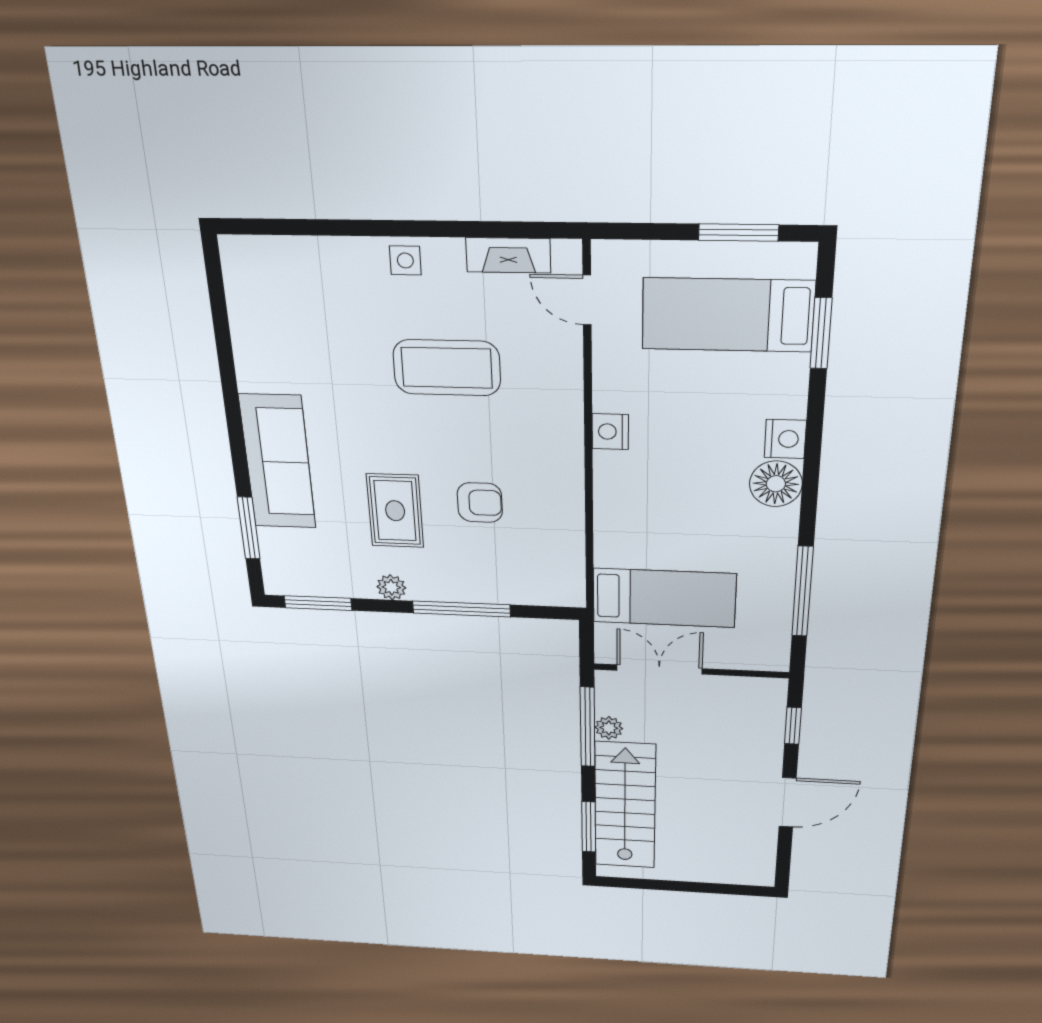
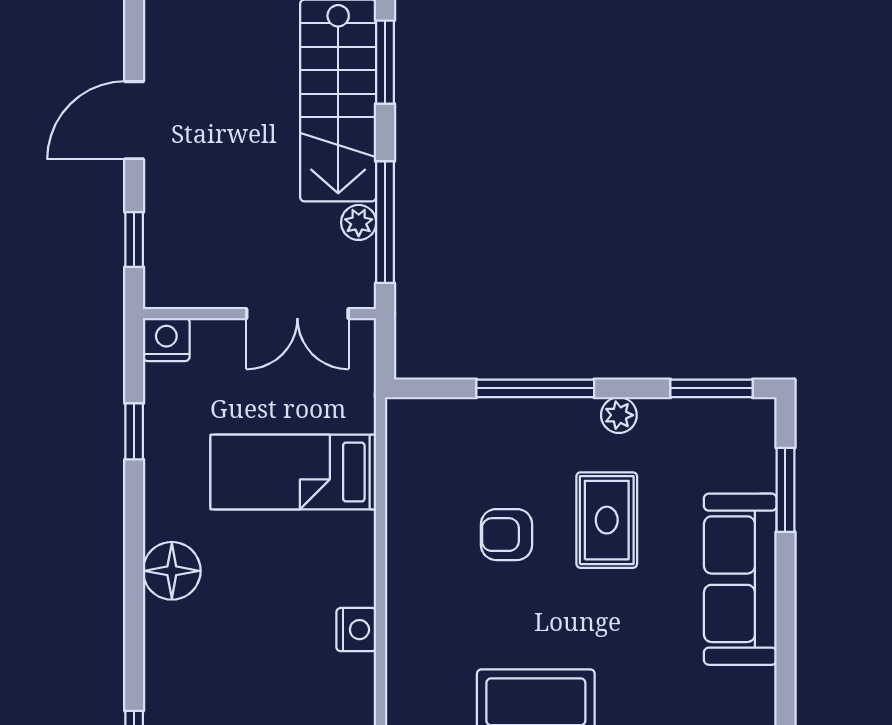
nightstand: (785, 439) -> (166, 340), moved, turned 90
window: (803, 592) -> (134, 431), width x0.46
bed: (664, 598) -> (293, 472), moved

